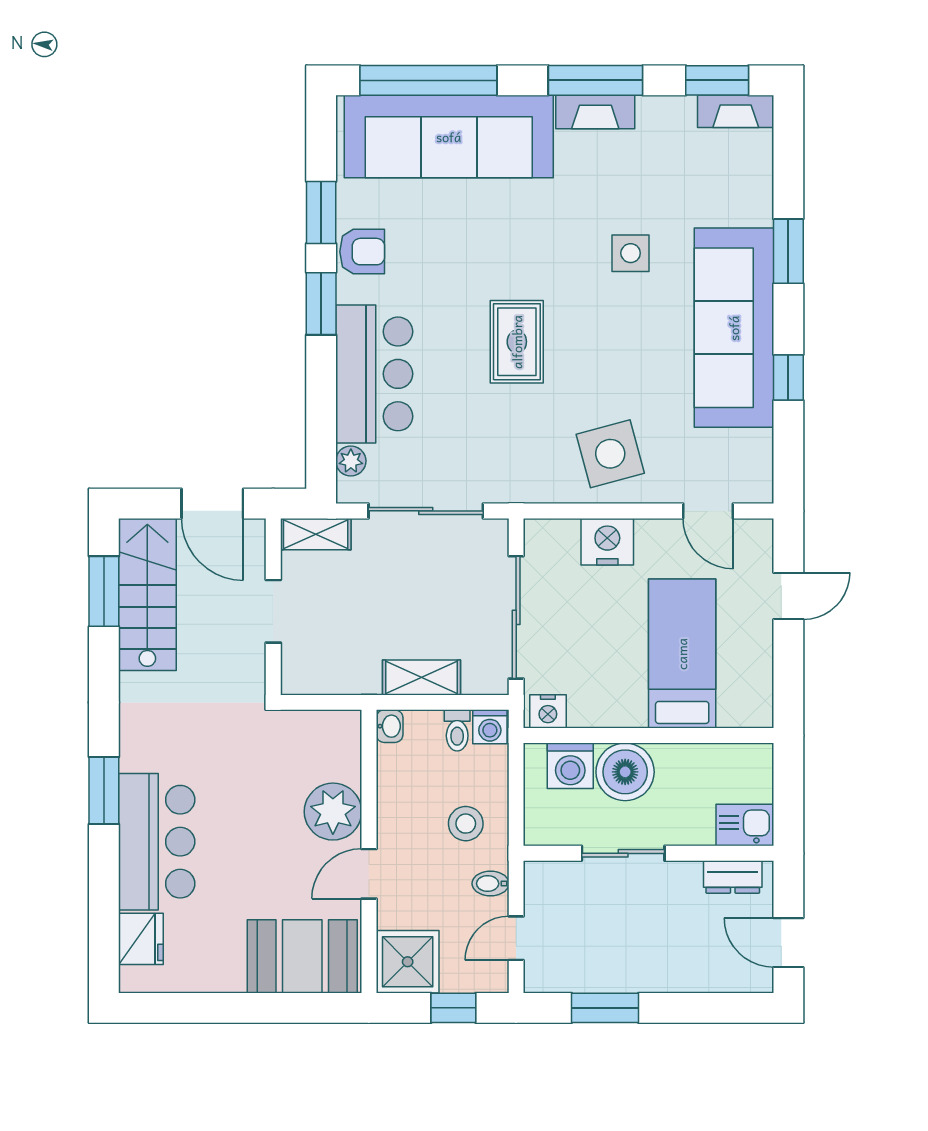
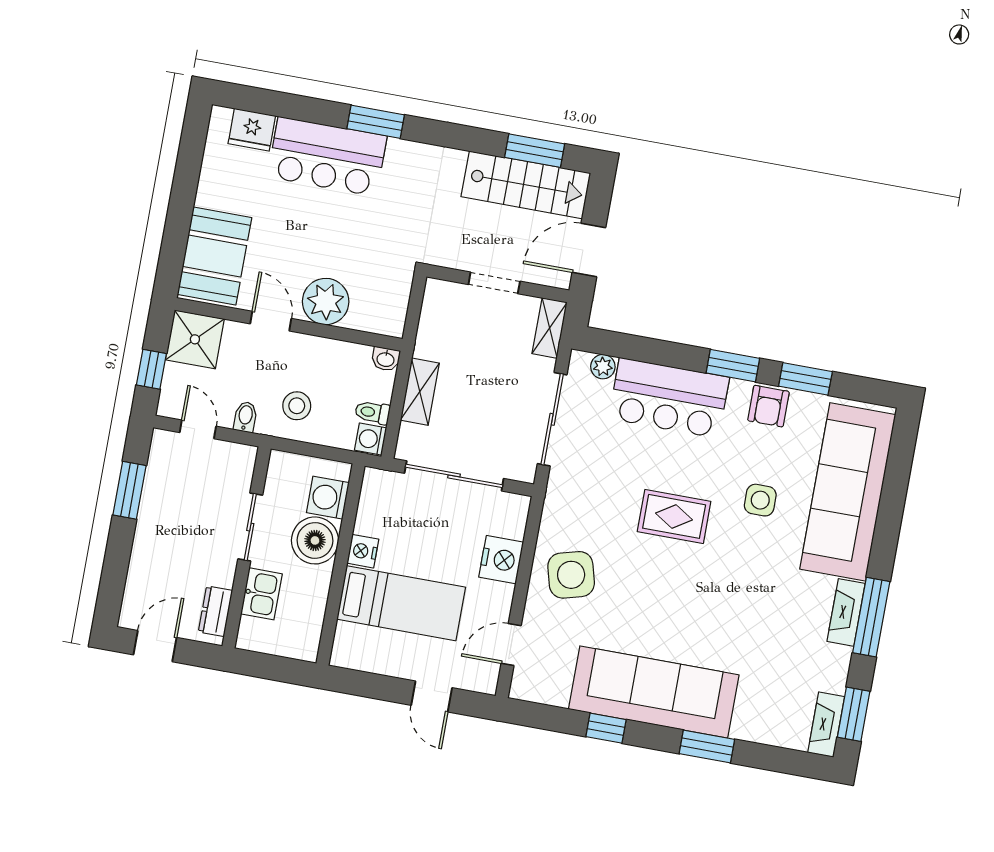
window: (428, 80) -> (895, 484), removed
side table: (631, 253) -> (760, 500), moved
nightstand: (548, 711) -> (363, 551), moved
kitchen sink: (745, 825) -> (261, 594), moved

